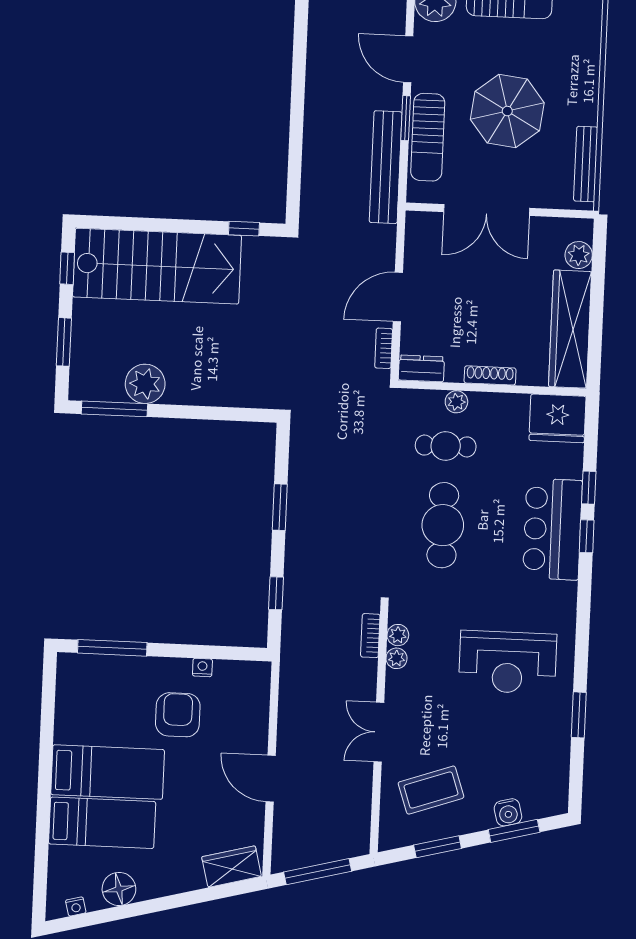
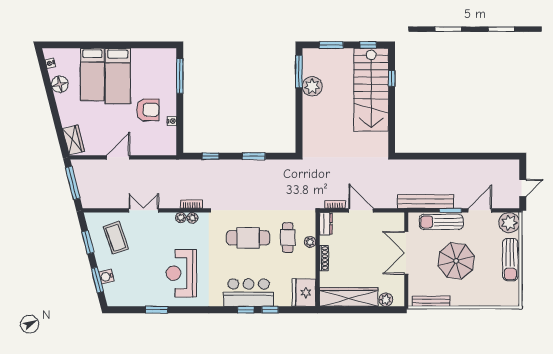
window: (244, 229) -> (392, 79), moved

